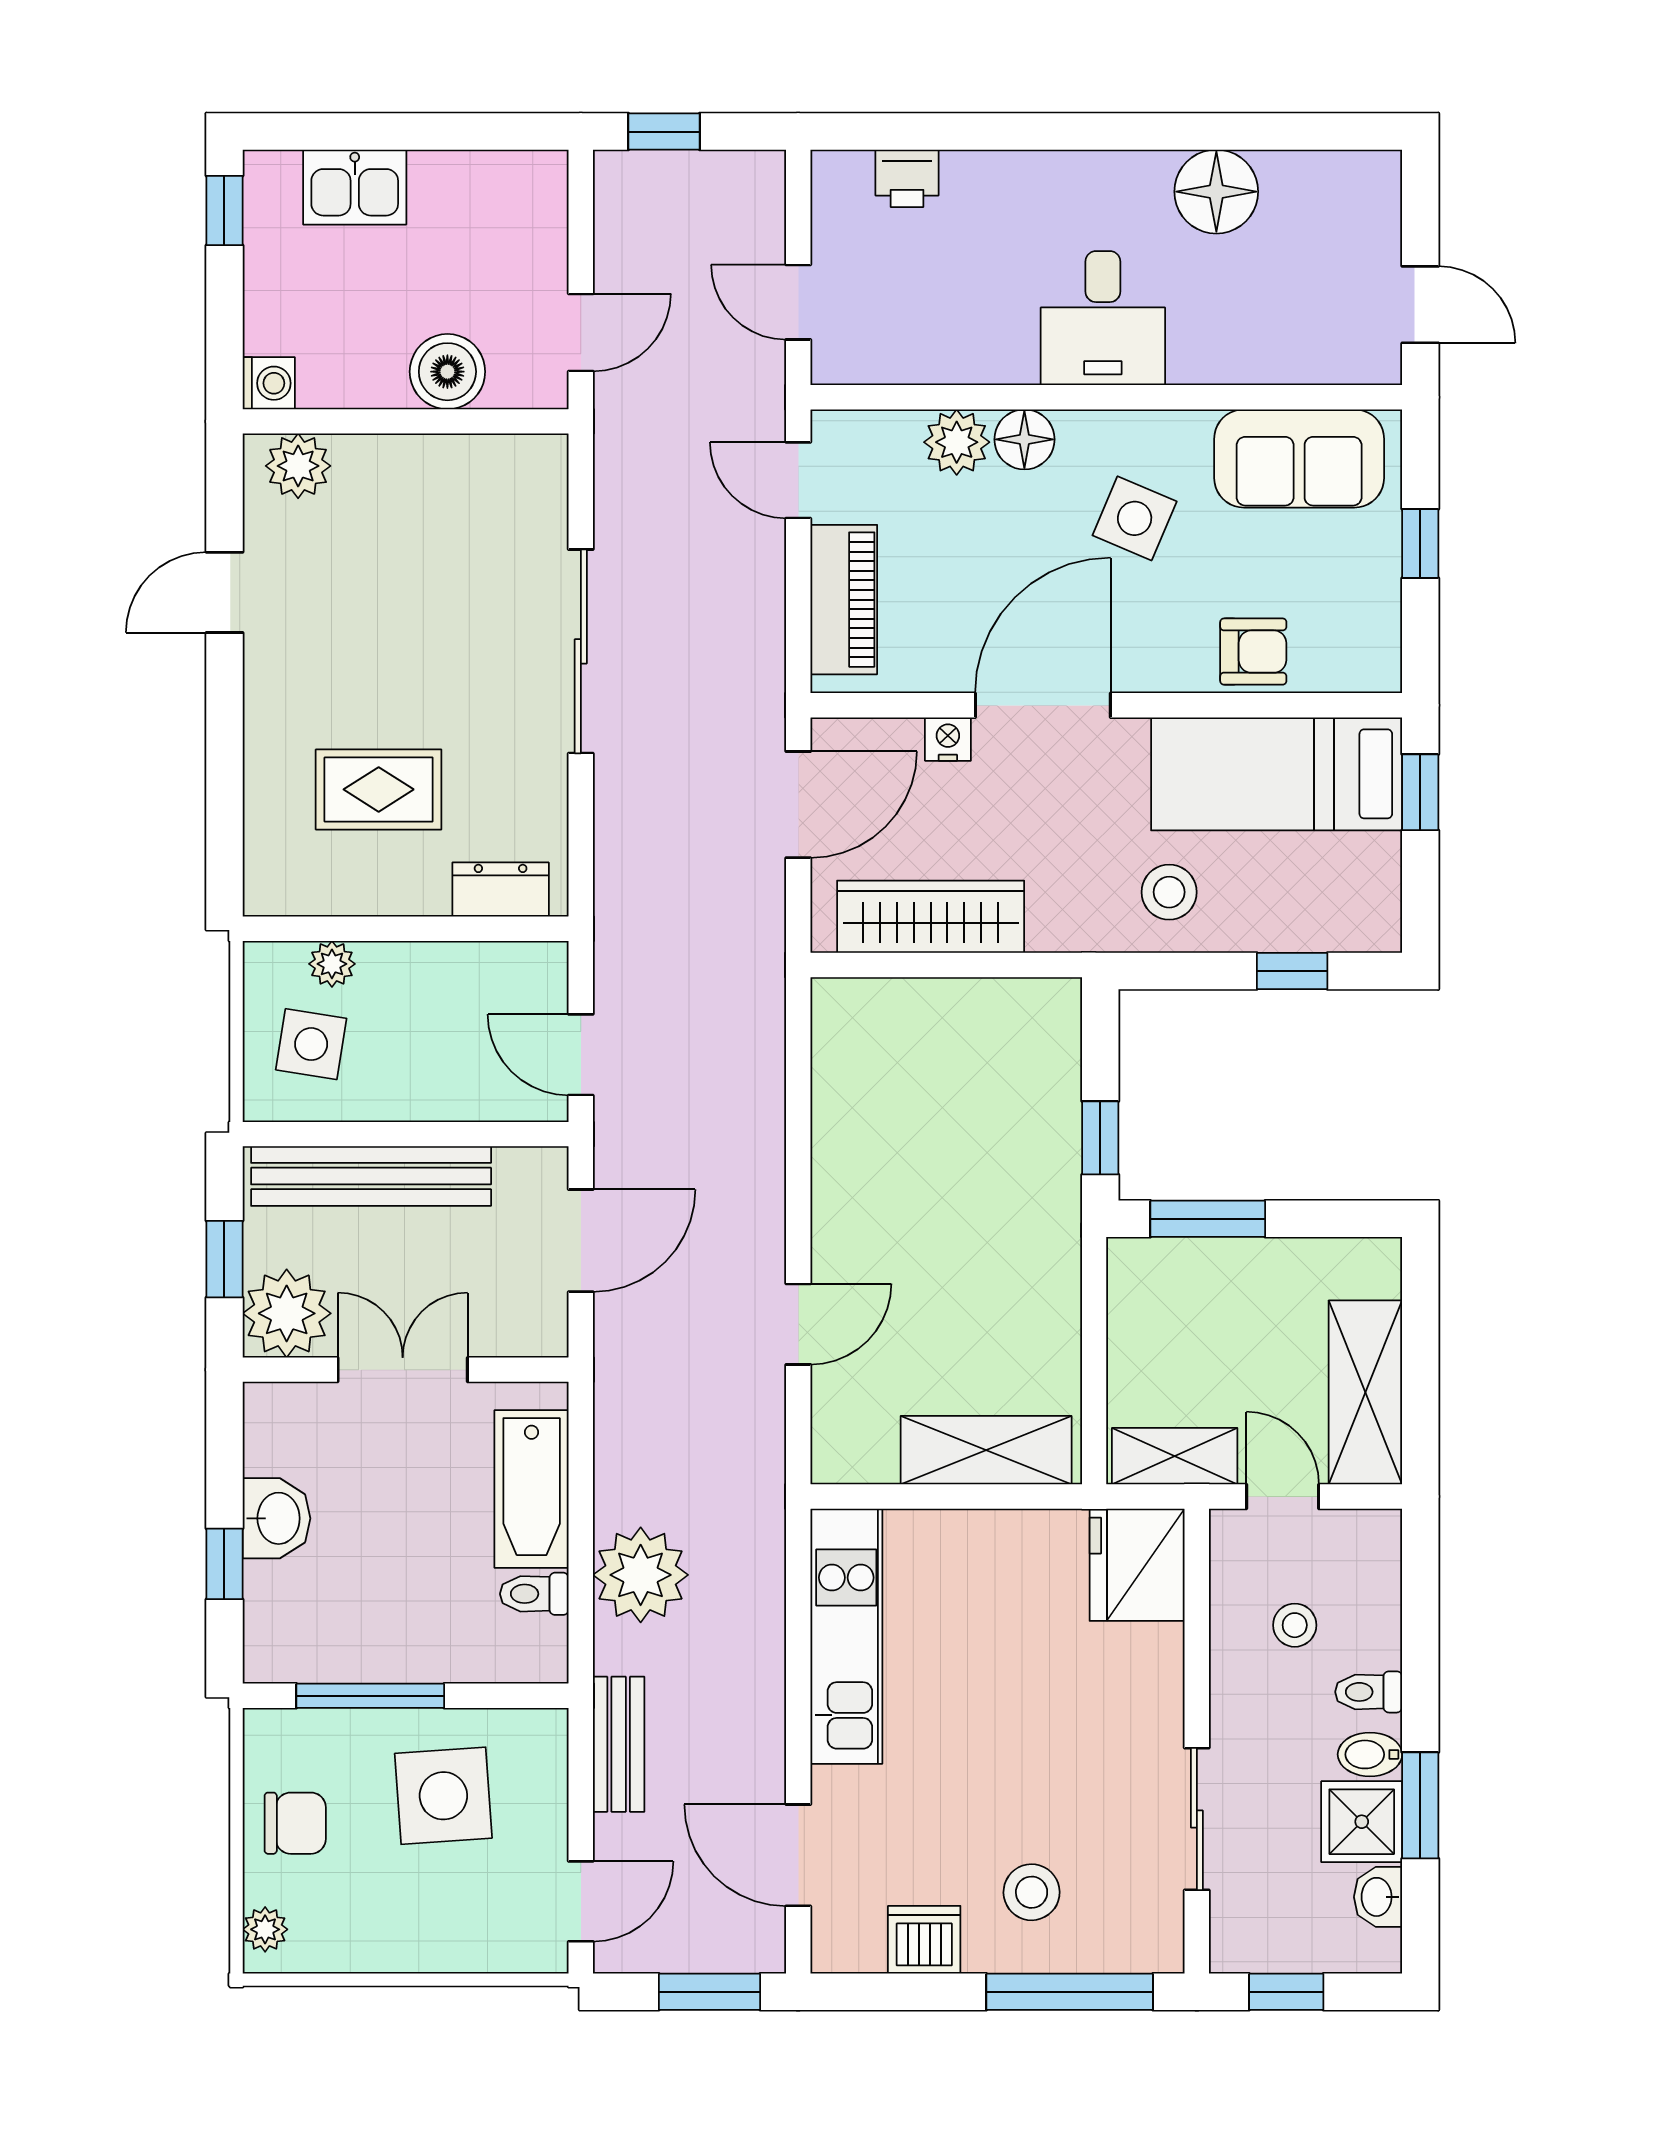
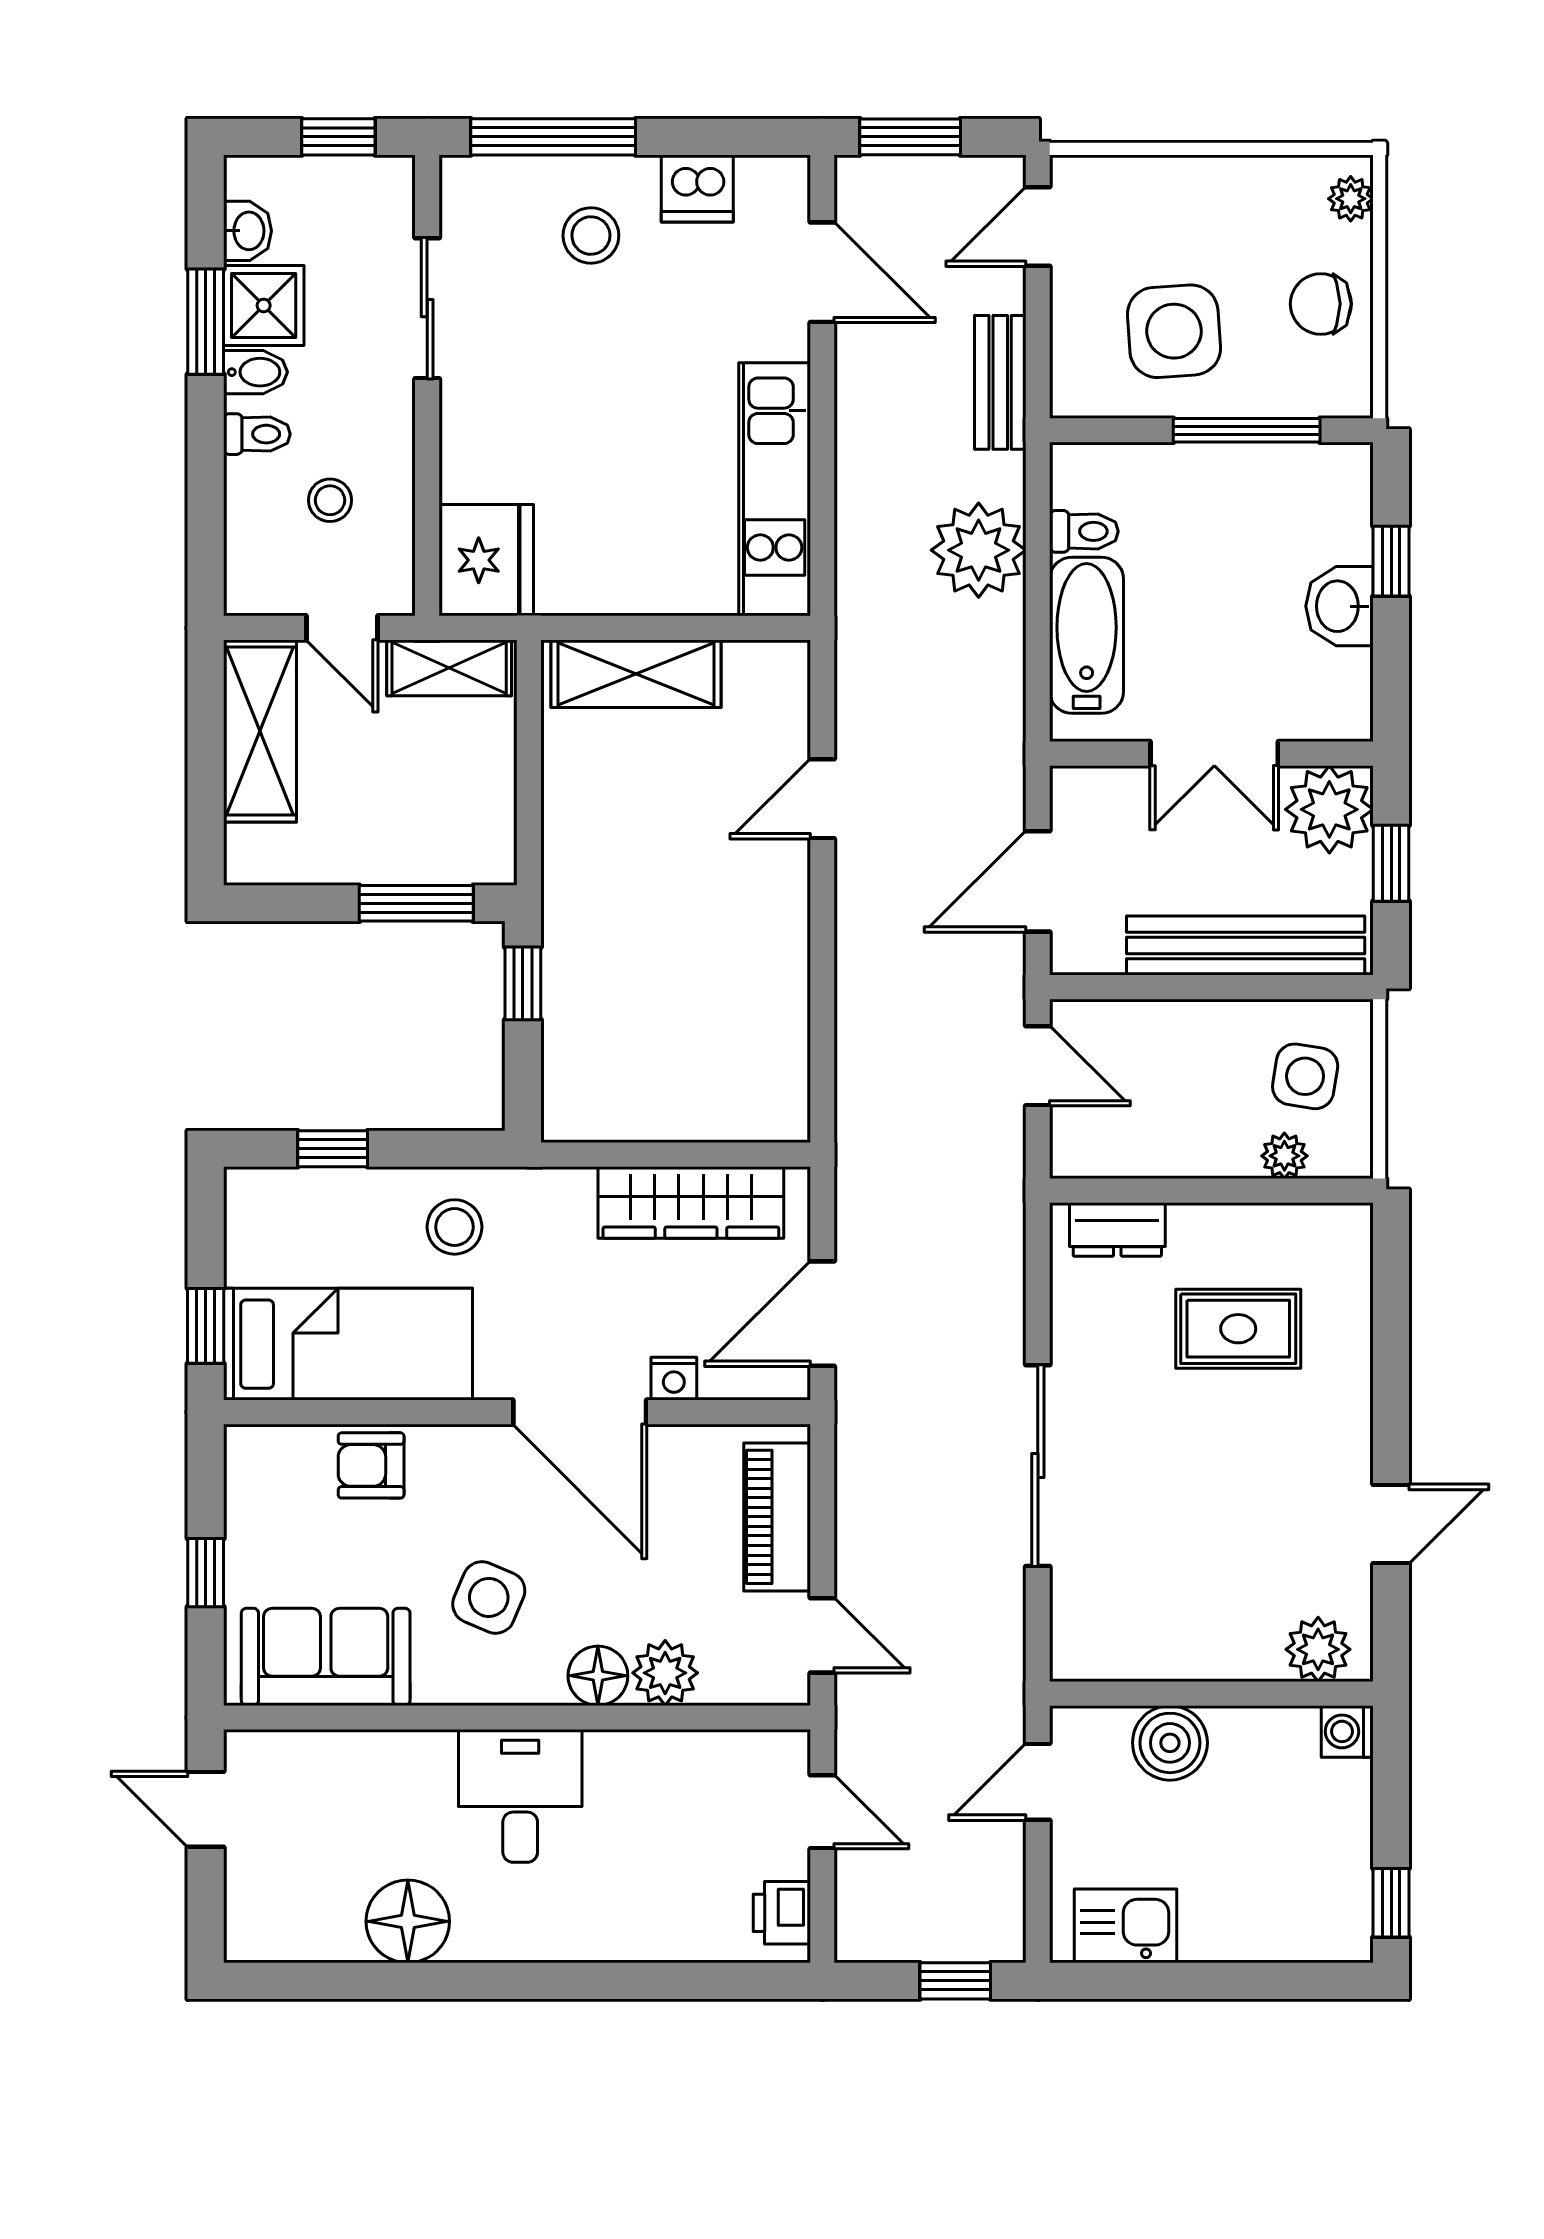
printer: (907, 178) -> (782, 1913), moved, turned -90
kitchen sink: (355, 187) -> (1126, 1926), moved
door: (1043, 705) -> (580, 1412), hinge flipped

